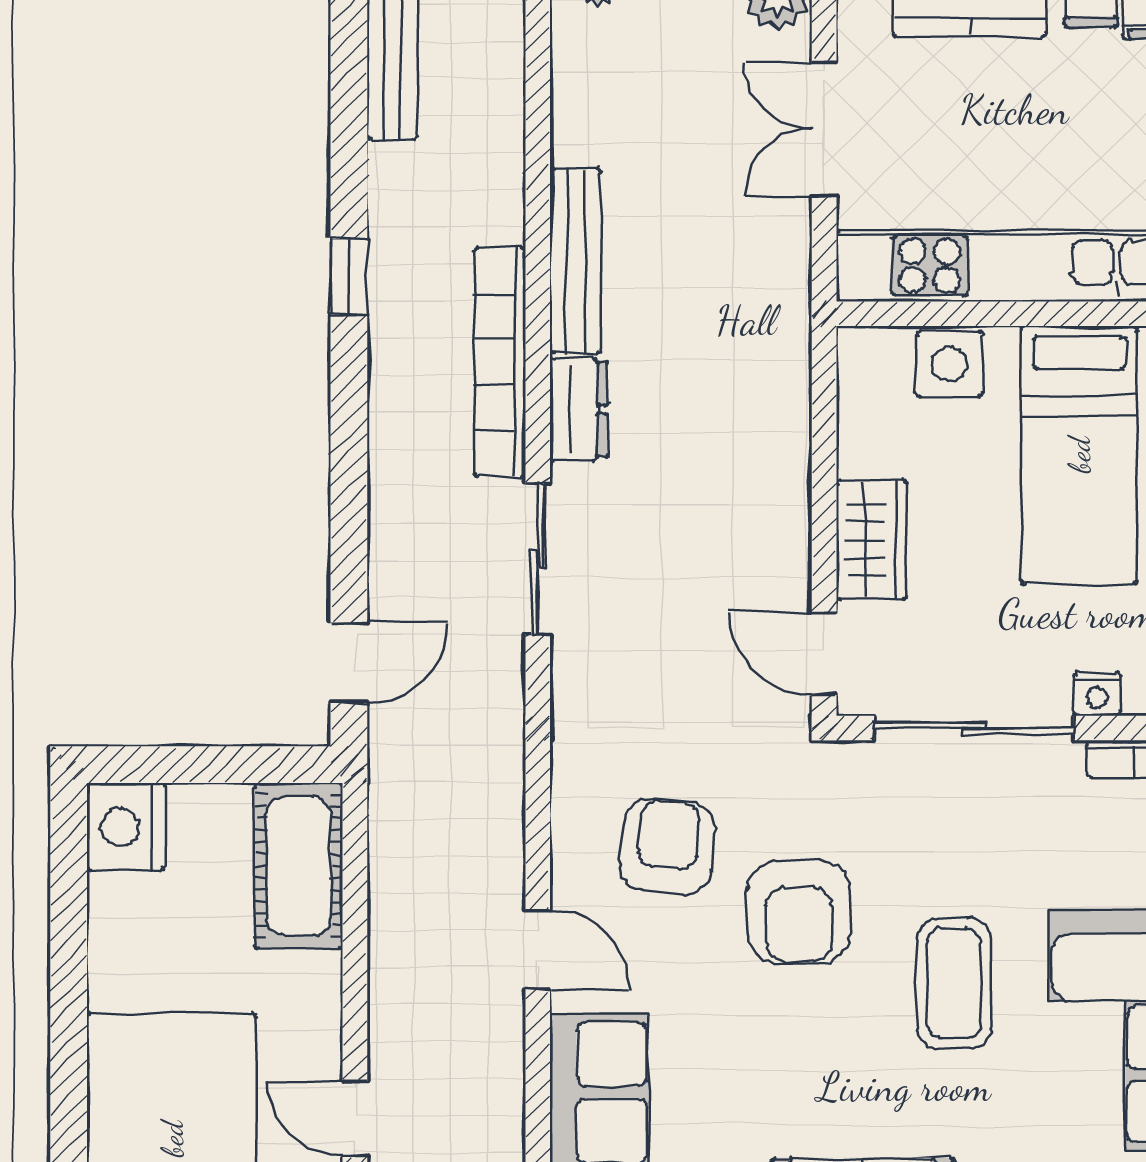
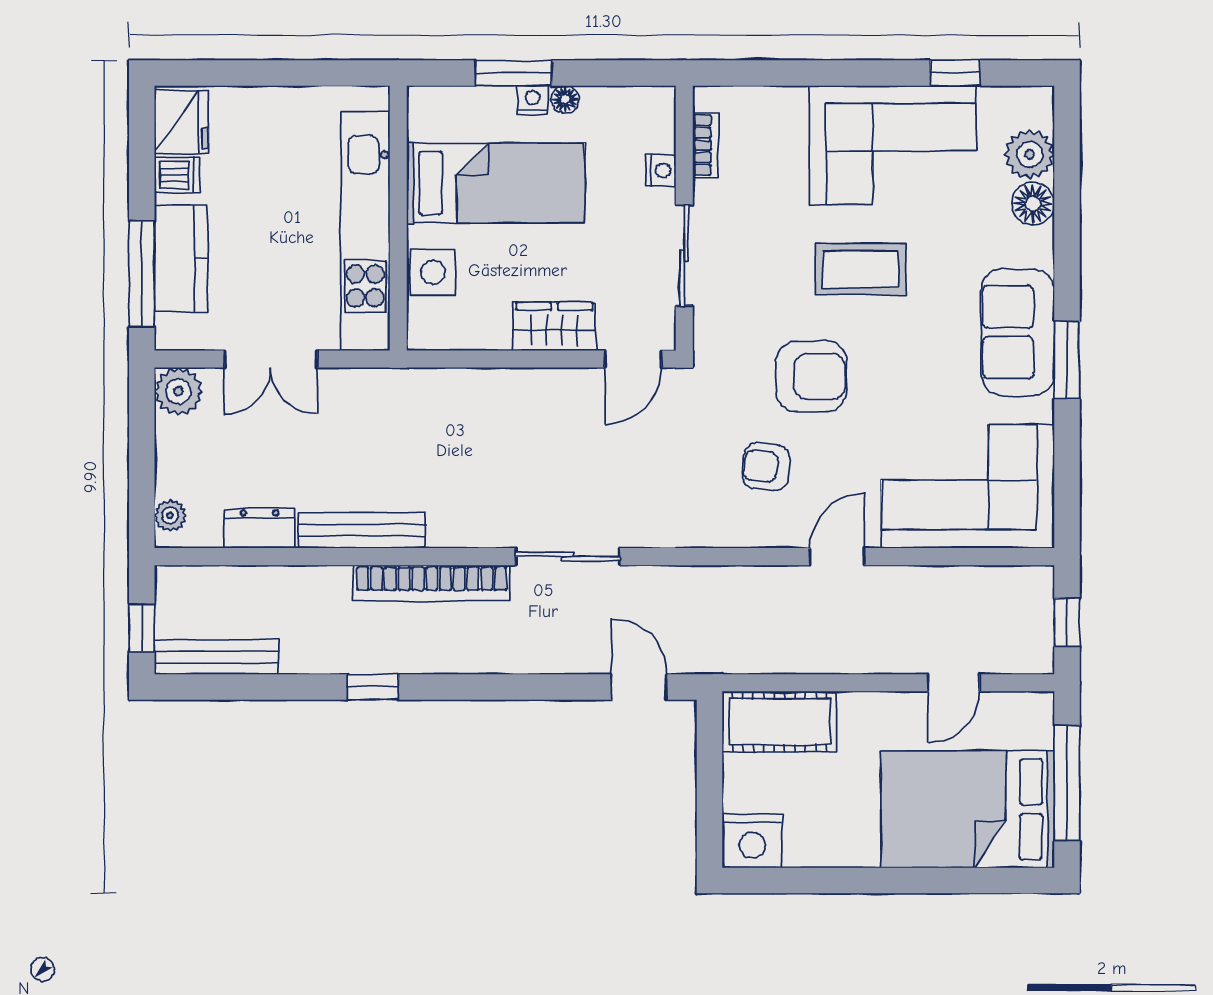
dresser: (579, 409) -> (260, 528), moved
sliding door: (974, 728) -> (684, 255), width x0.73
armchair: (668, 847) -> (766, 467), width x0.72, depth x0.72

